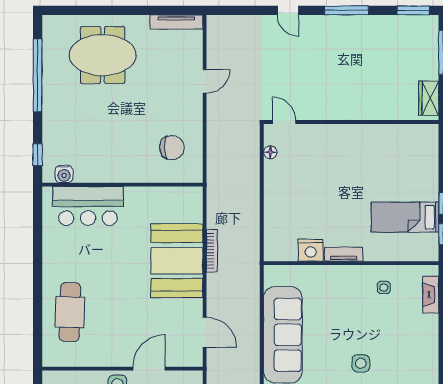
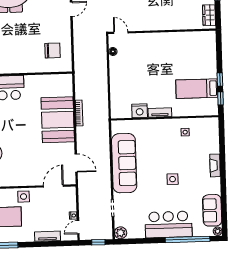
fireplace: (431, 295) -> (215, 165), moved
door: (149, 369) -> (53, 186), moved

